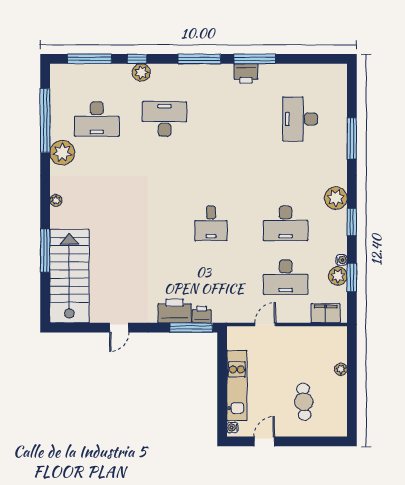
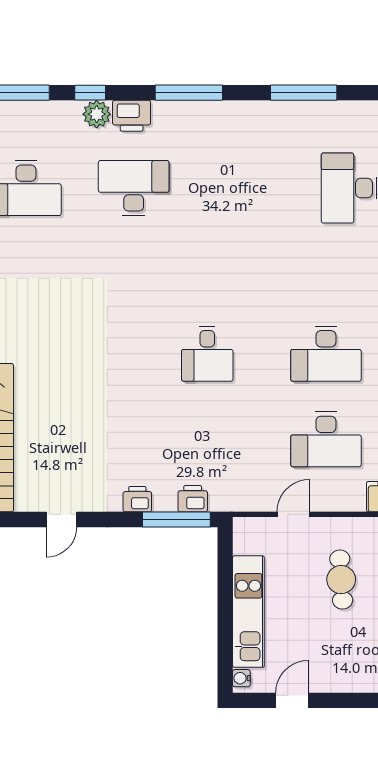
window: (255, 59) -> (304, 93), moved
printer: (246, 73) -> (132, 116), moved
printer: (175, 311) -> (137, 499), width x0.53, depth x0.68
cafe table: (304, 402) -> (341, 580), moved

